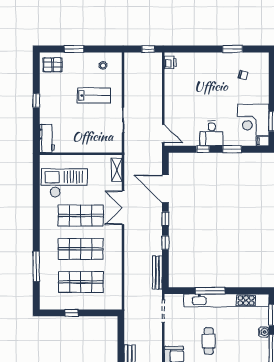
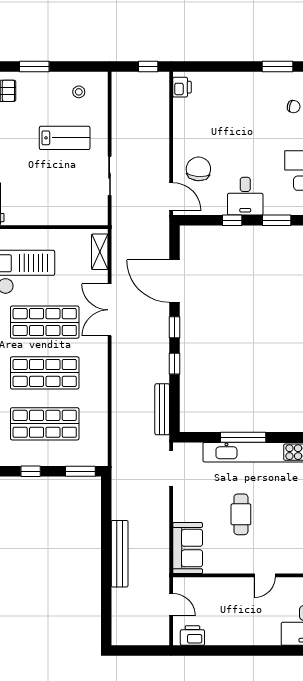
chair: (181, 116) -> (198, 169), added
window: (104, 313) -> (80, 471), added

